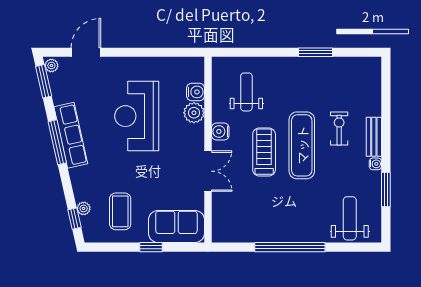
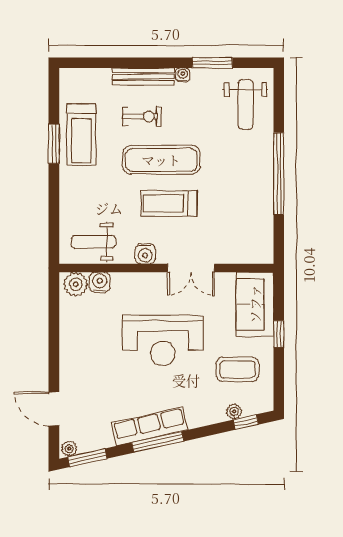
treadmill: (324, 76) -> (81, 135), added
weight bench: (246, 92) -> (93, 242), moved
plant: (194, 113) -> (76, 284), moved
reception desk: (137, 116) -> (163, 340), moved
exercise bike: (339, 129) -> (142, 117), turned 180
bench: (374, 137) -> (143, 77), width x1.36
double door: (208, 171) -> (191, 268), swing flipped
weight bench: (350, 218) -> (246, 104), turned -90

